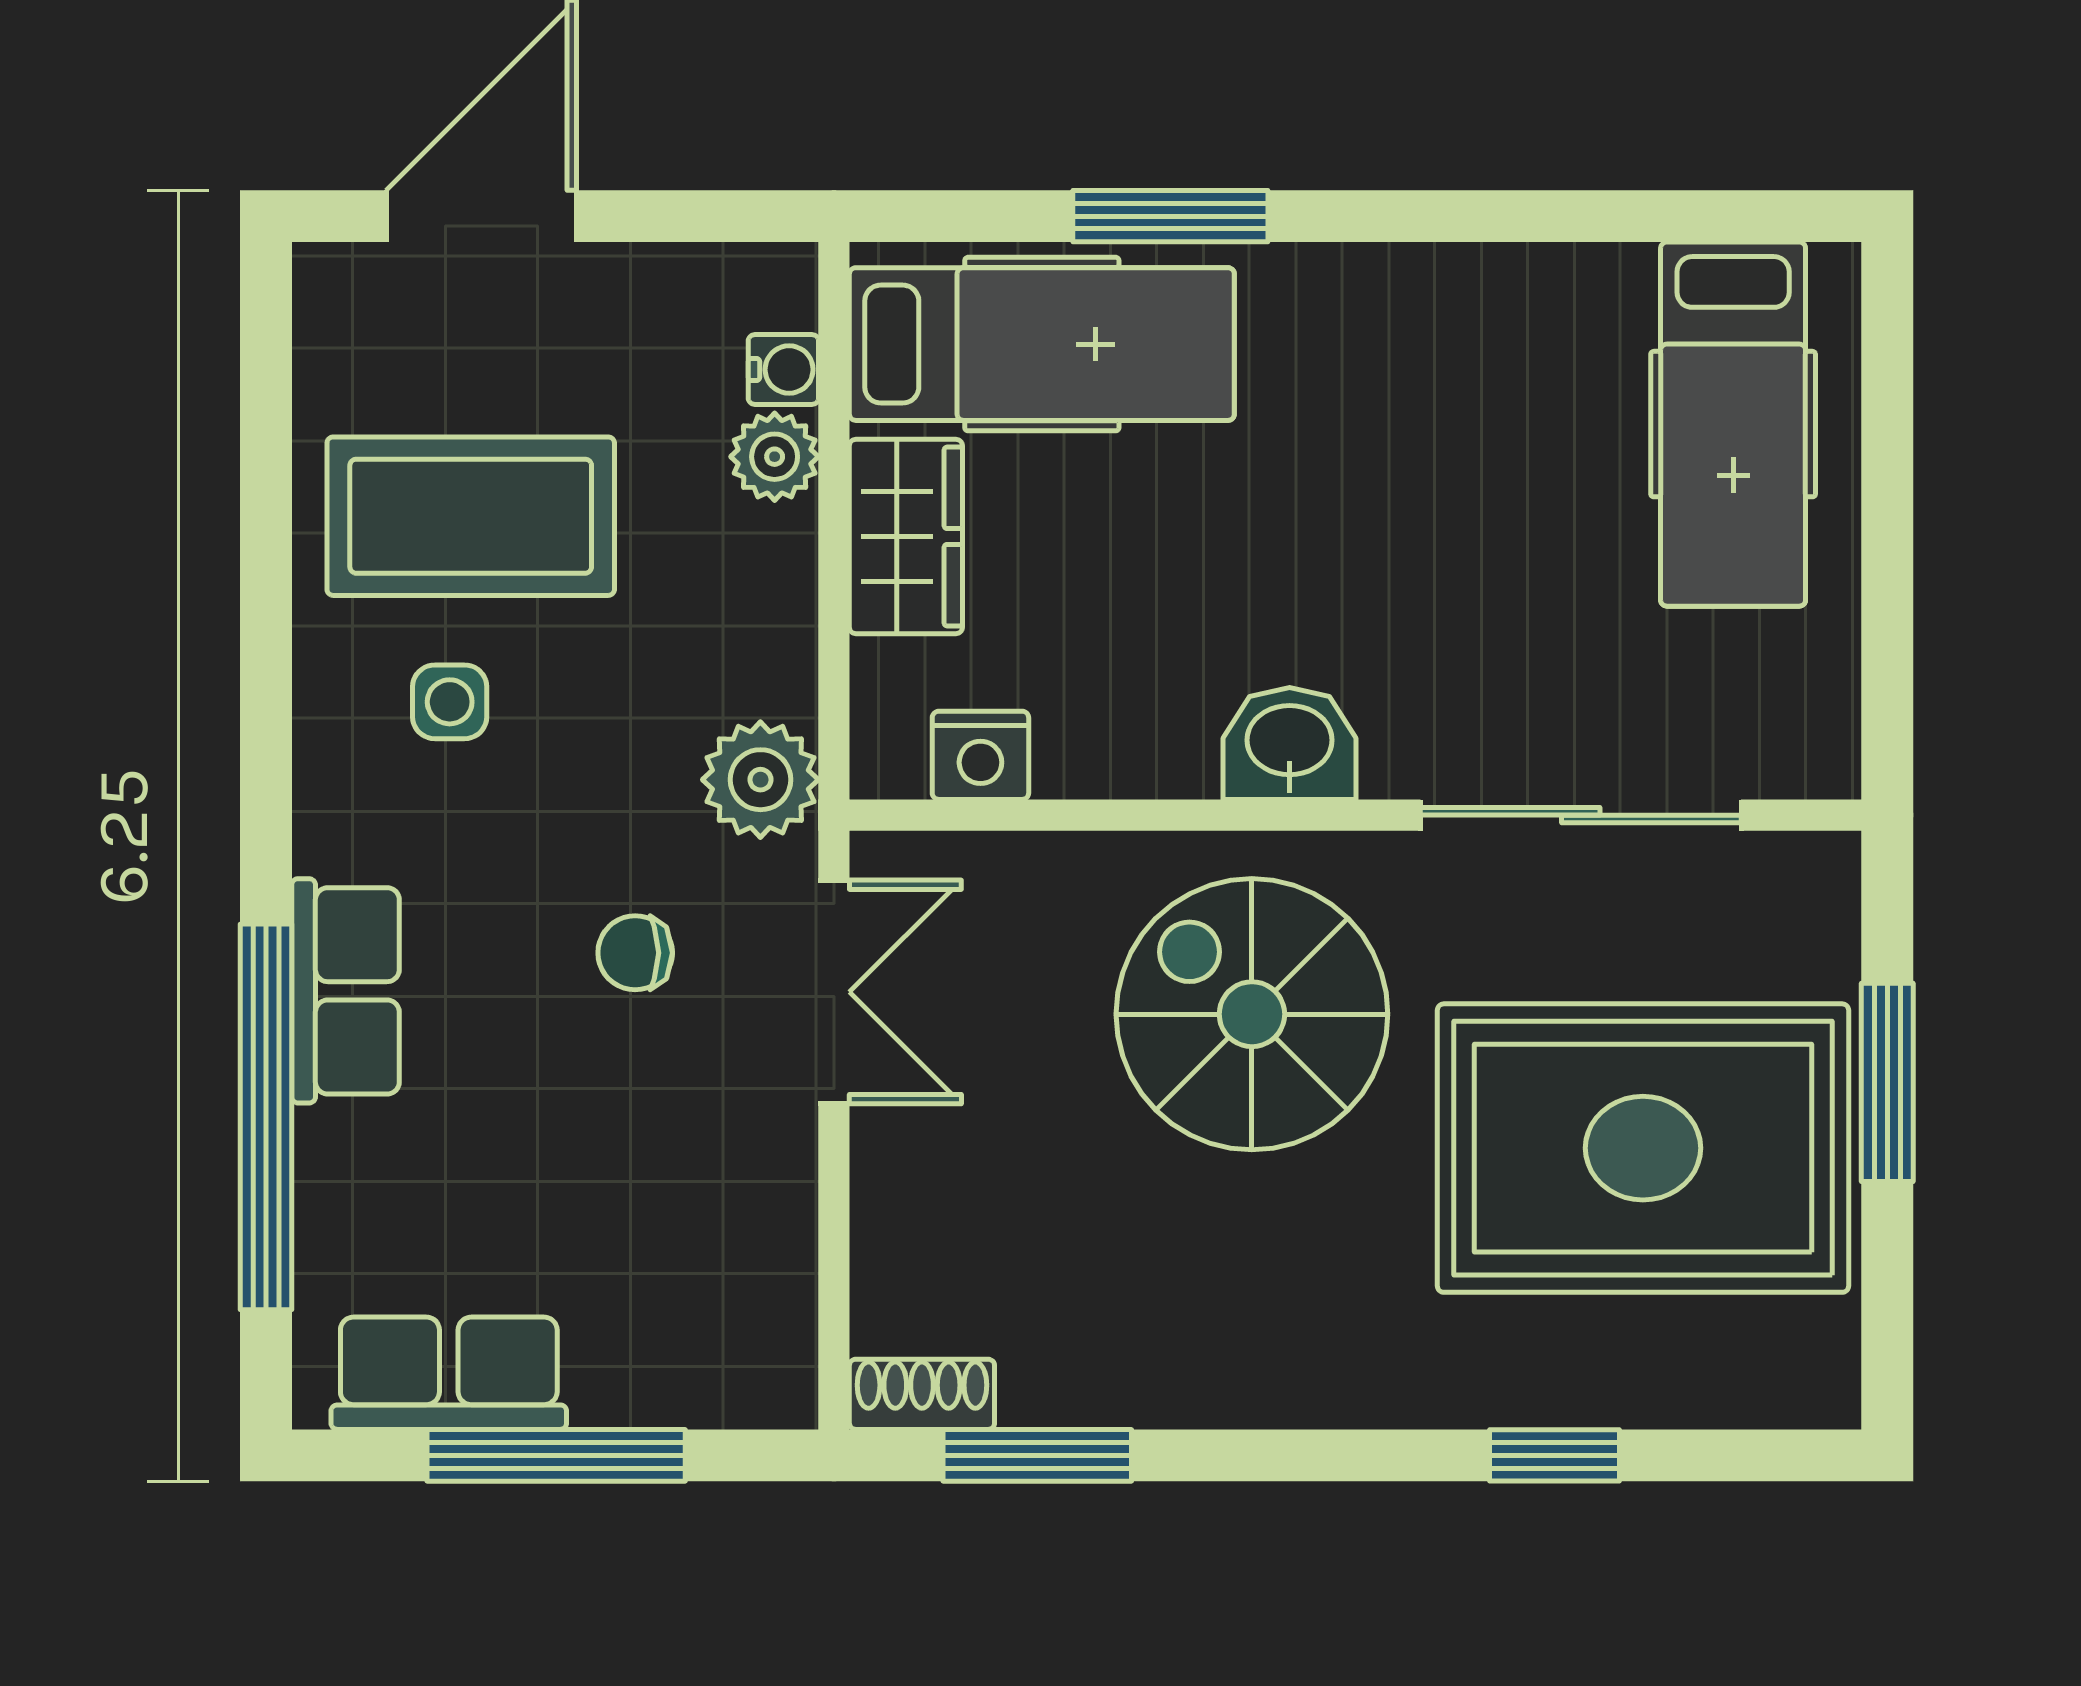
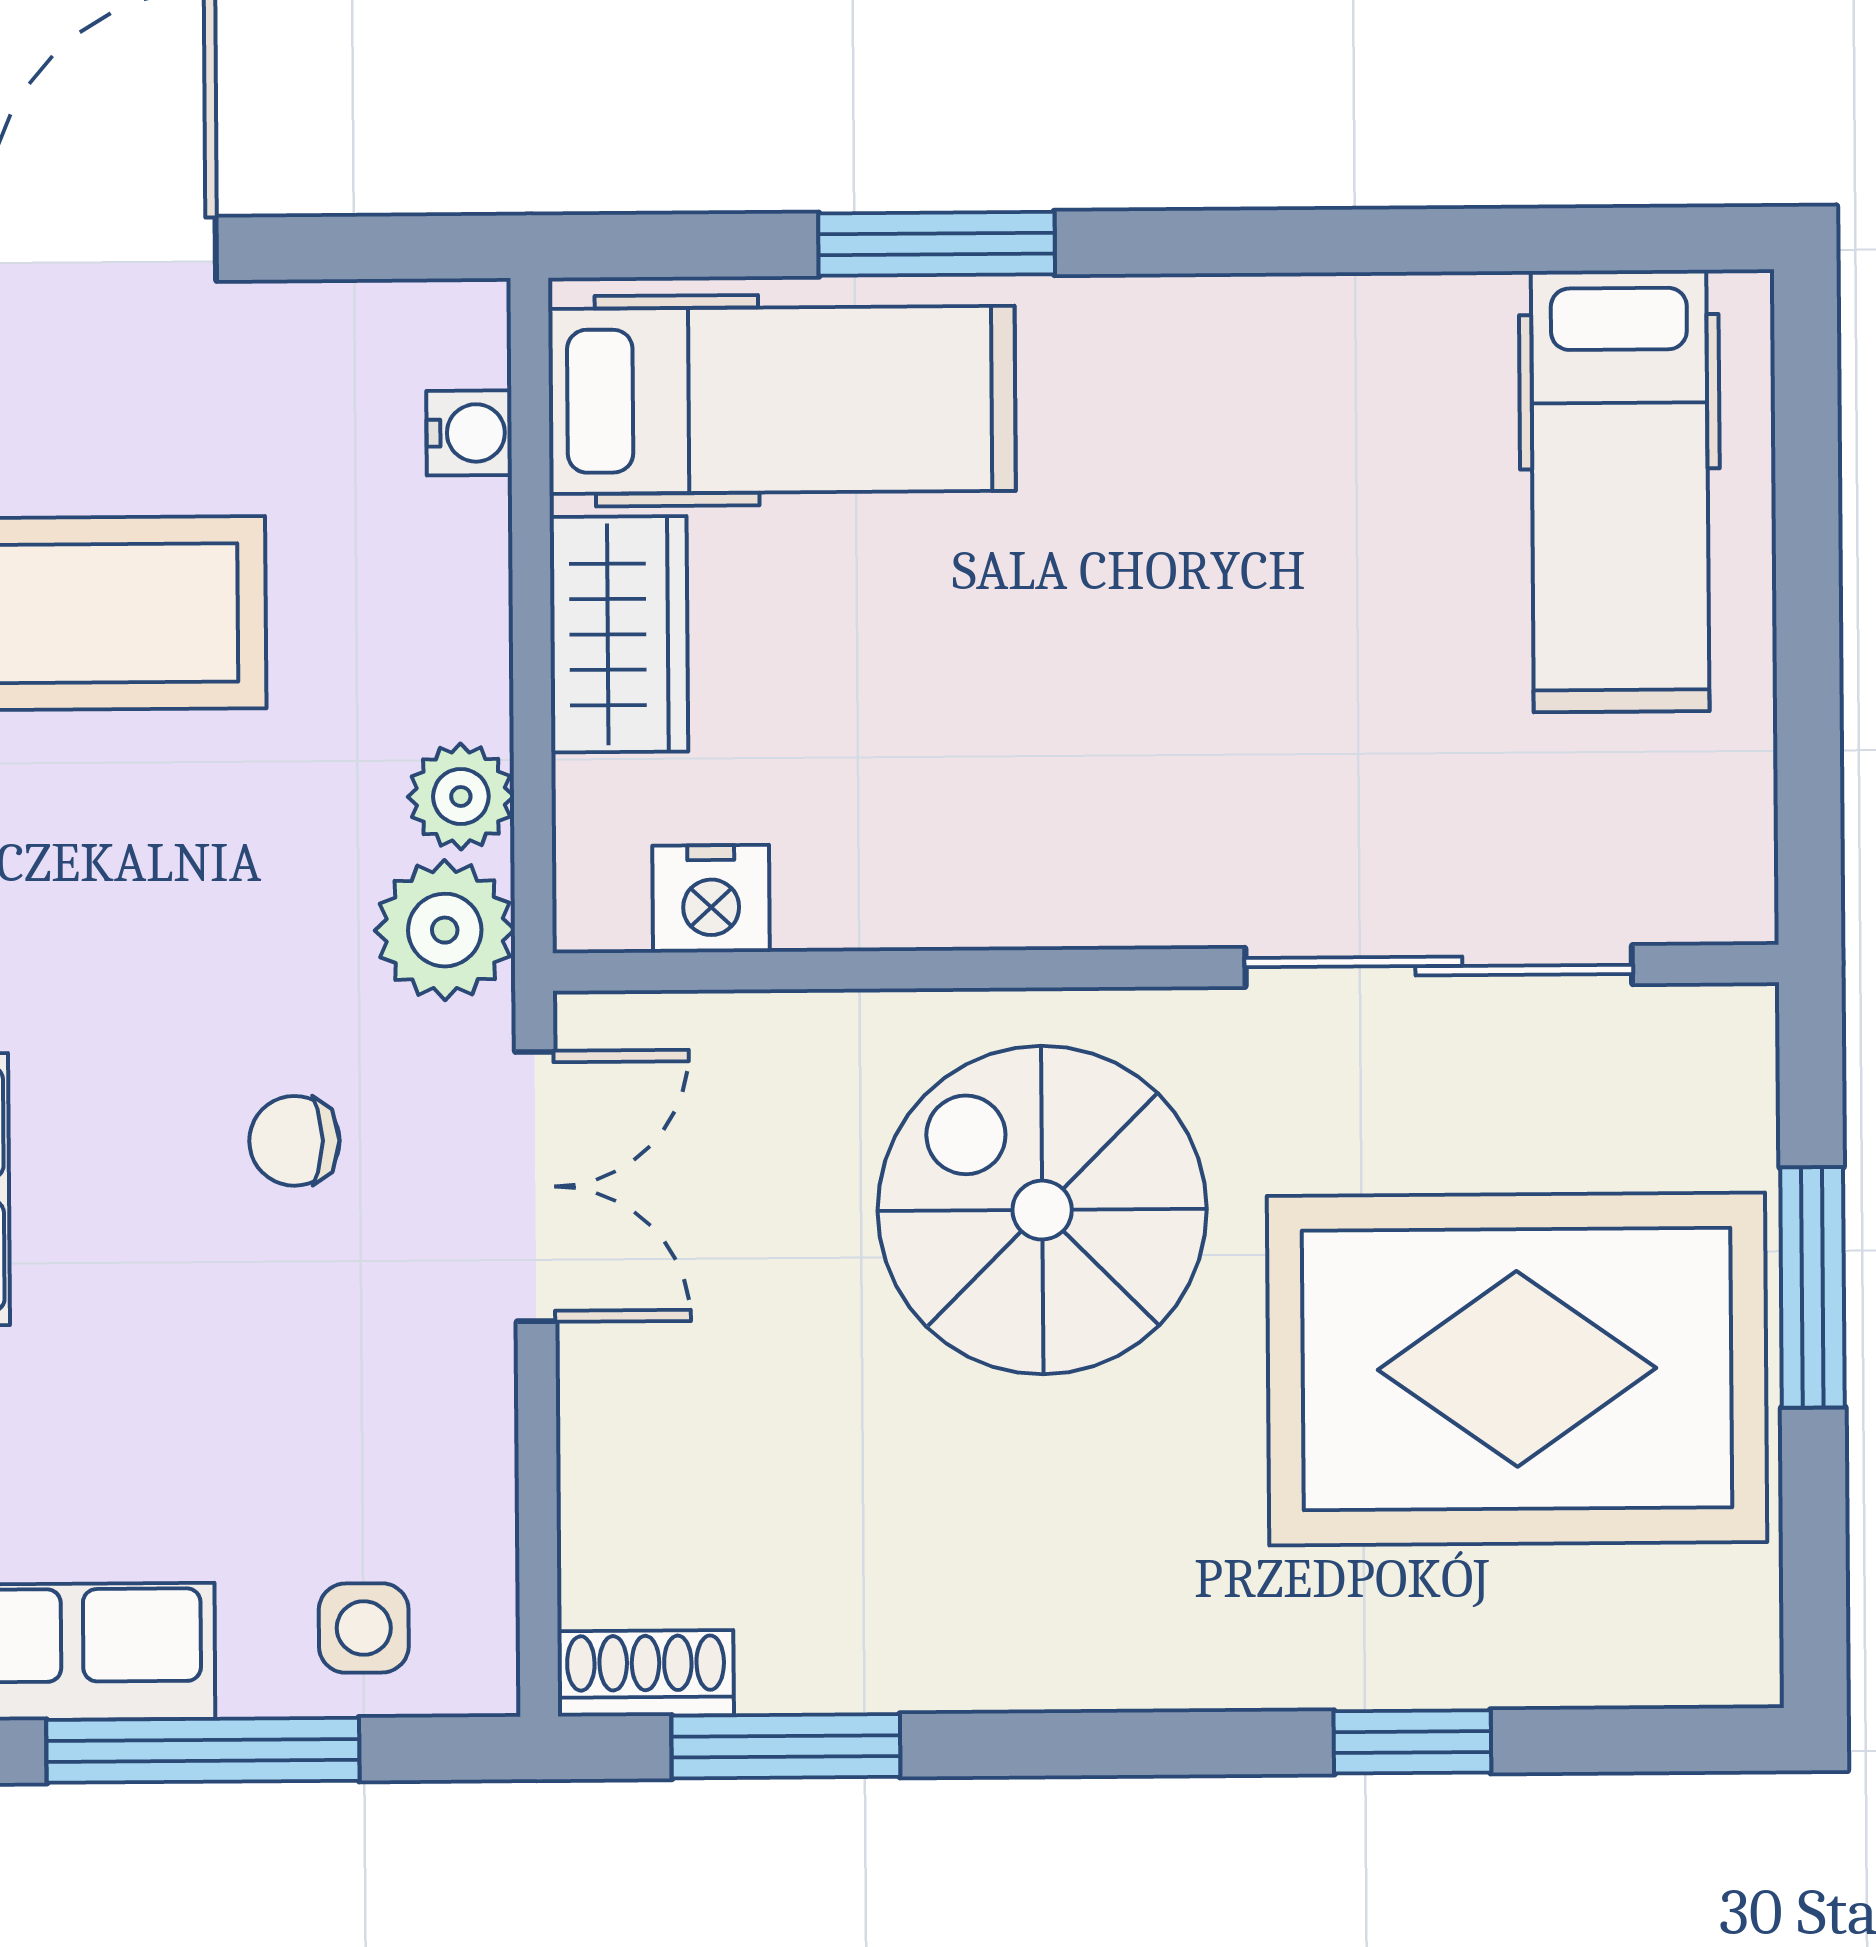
plant: (775, 457) -> (461, 796), moved
side table: (450, 702) -> (364, 1628), moved
washbasin: (1290, 743) -> (1085, 882), removed

